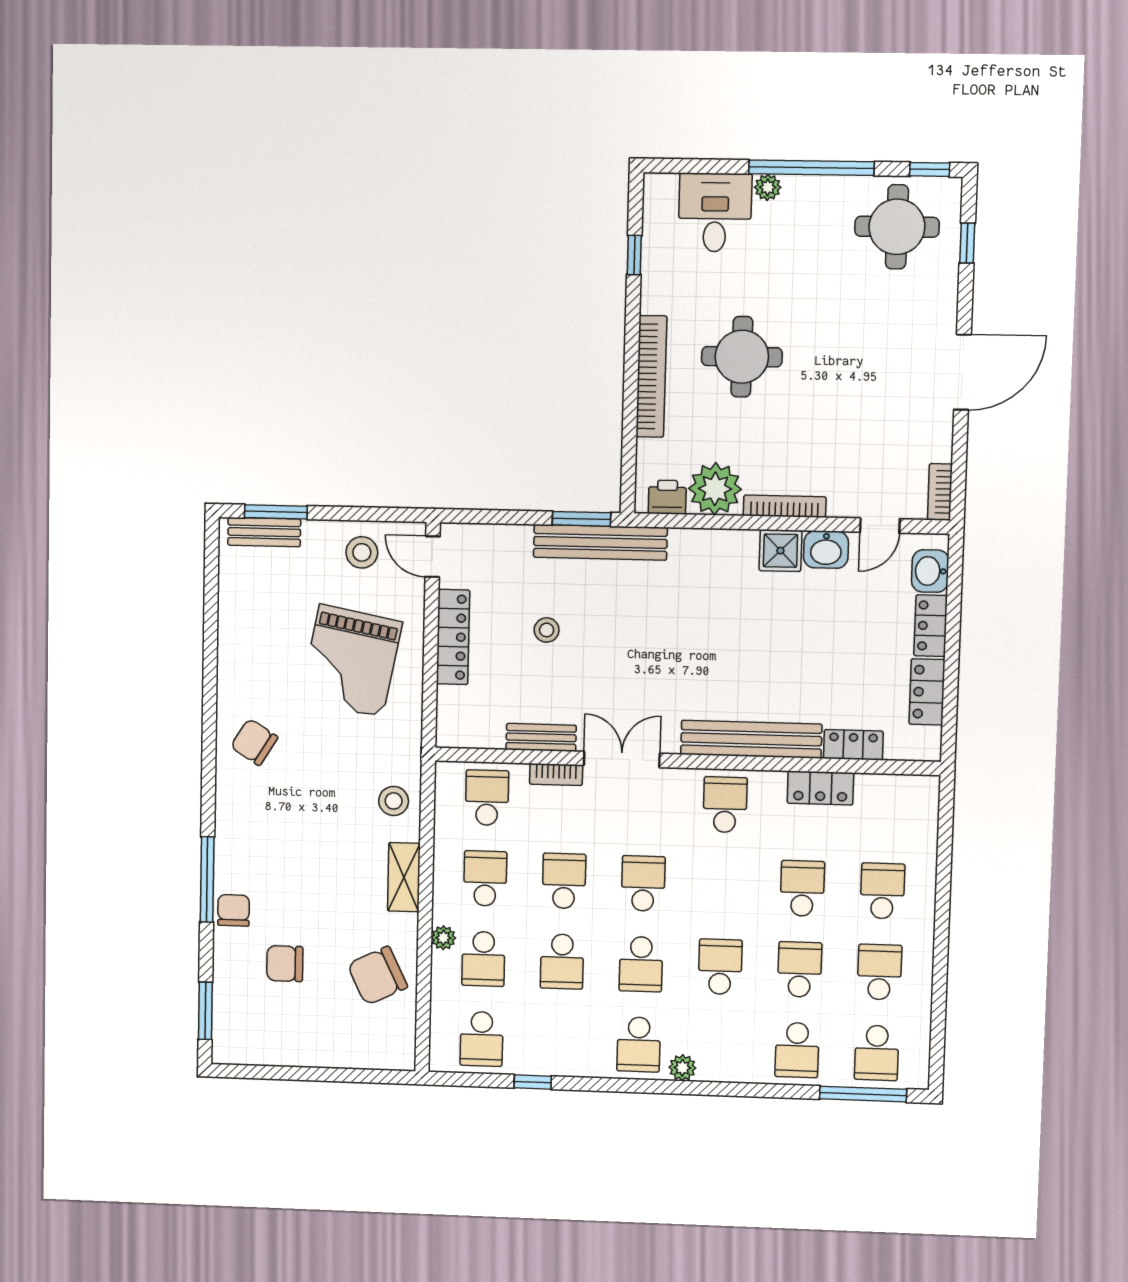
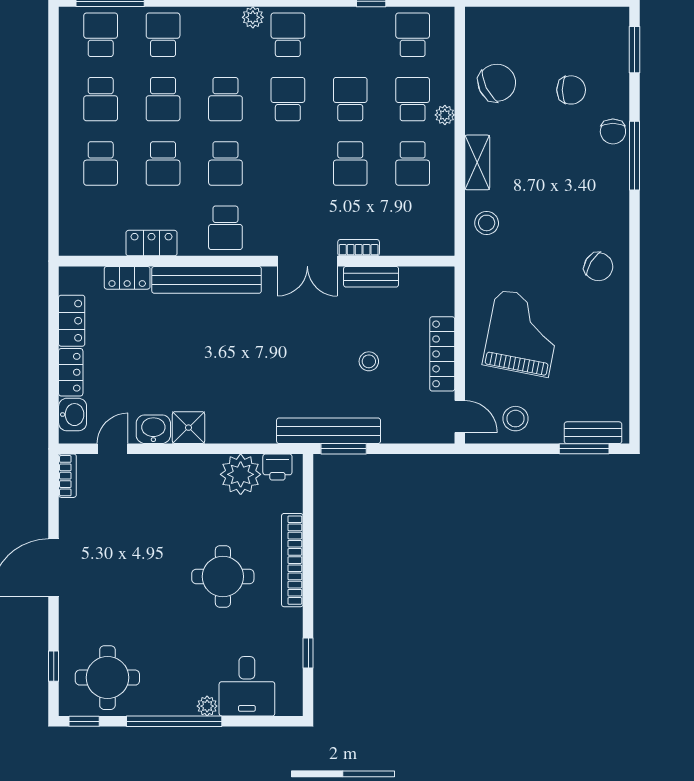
bookcase: (785, 506) -> (186, 462), removed
school desk: (487, 798) -> (413, 228), removed
school desk: (643, 883) -> (225, 163), moved

